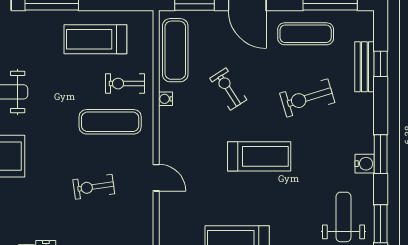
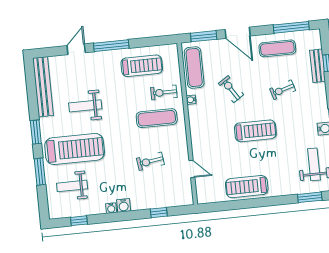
treadmill: (95, 39) -> (142, 66), turned 180
exercise bike: (307, 98) -> (283, 90), width x0.73, depth x0.72
door: (156, 178) -> (192, 169), moved

